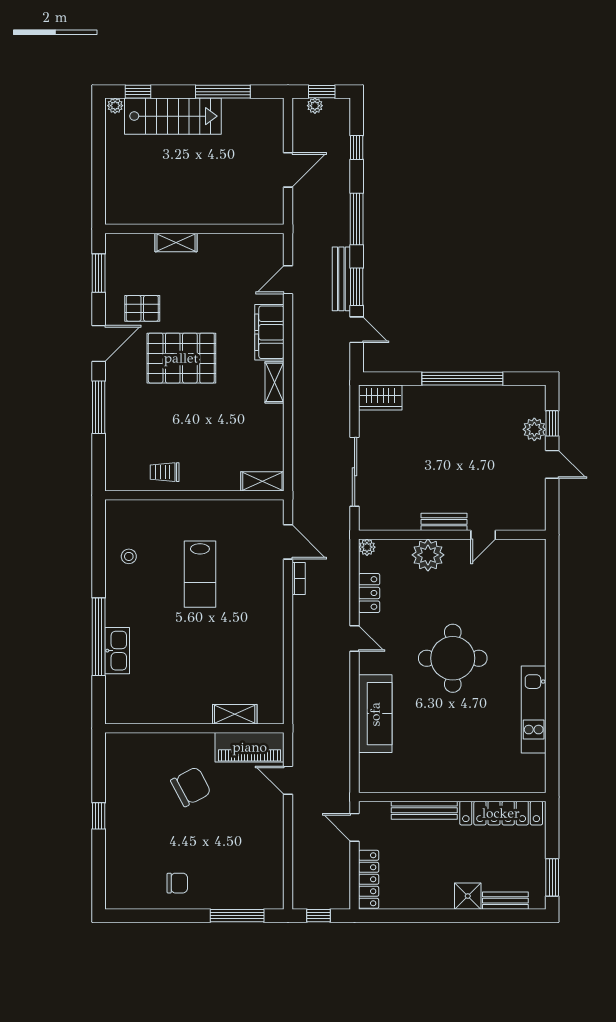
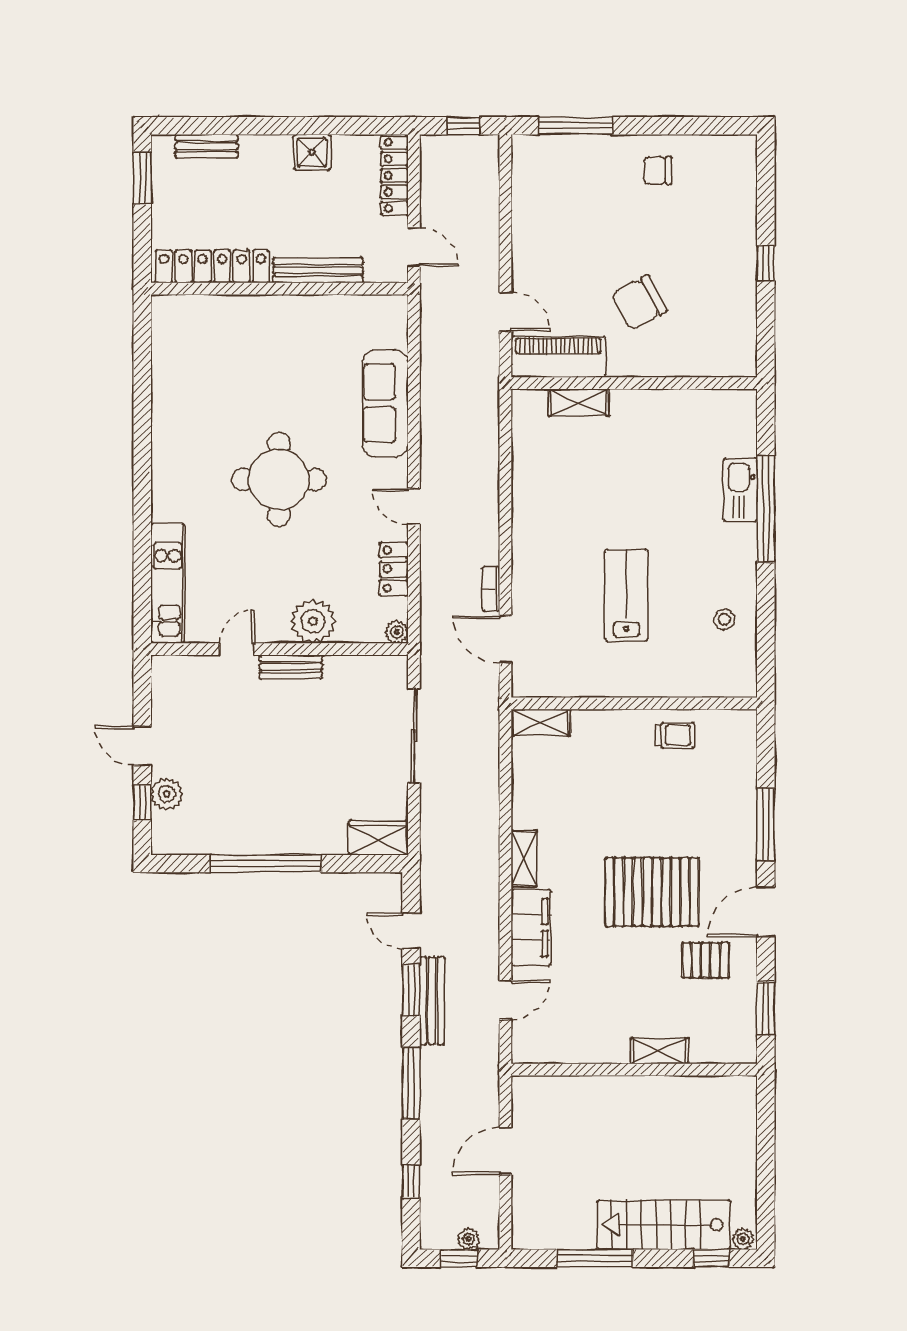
kitchen unit: (534, 709) -> (168, 583), moved
shower: (468, 896) -> (312, 152), moved

